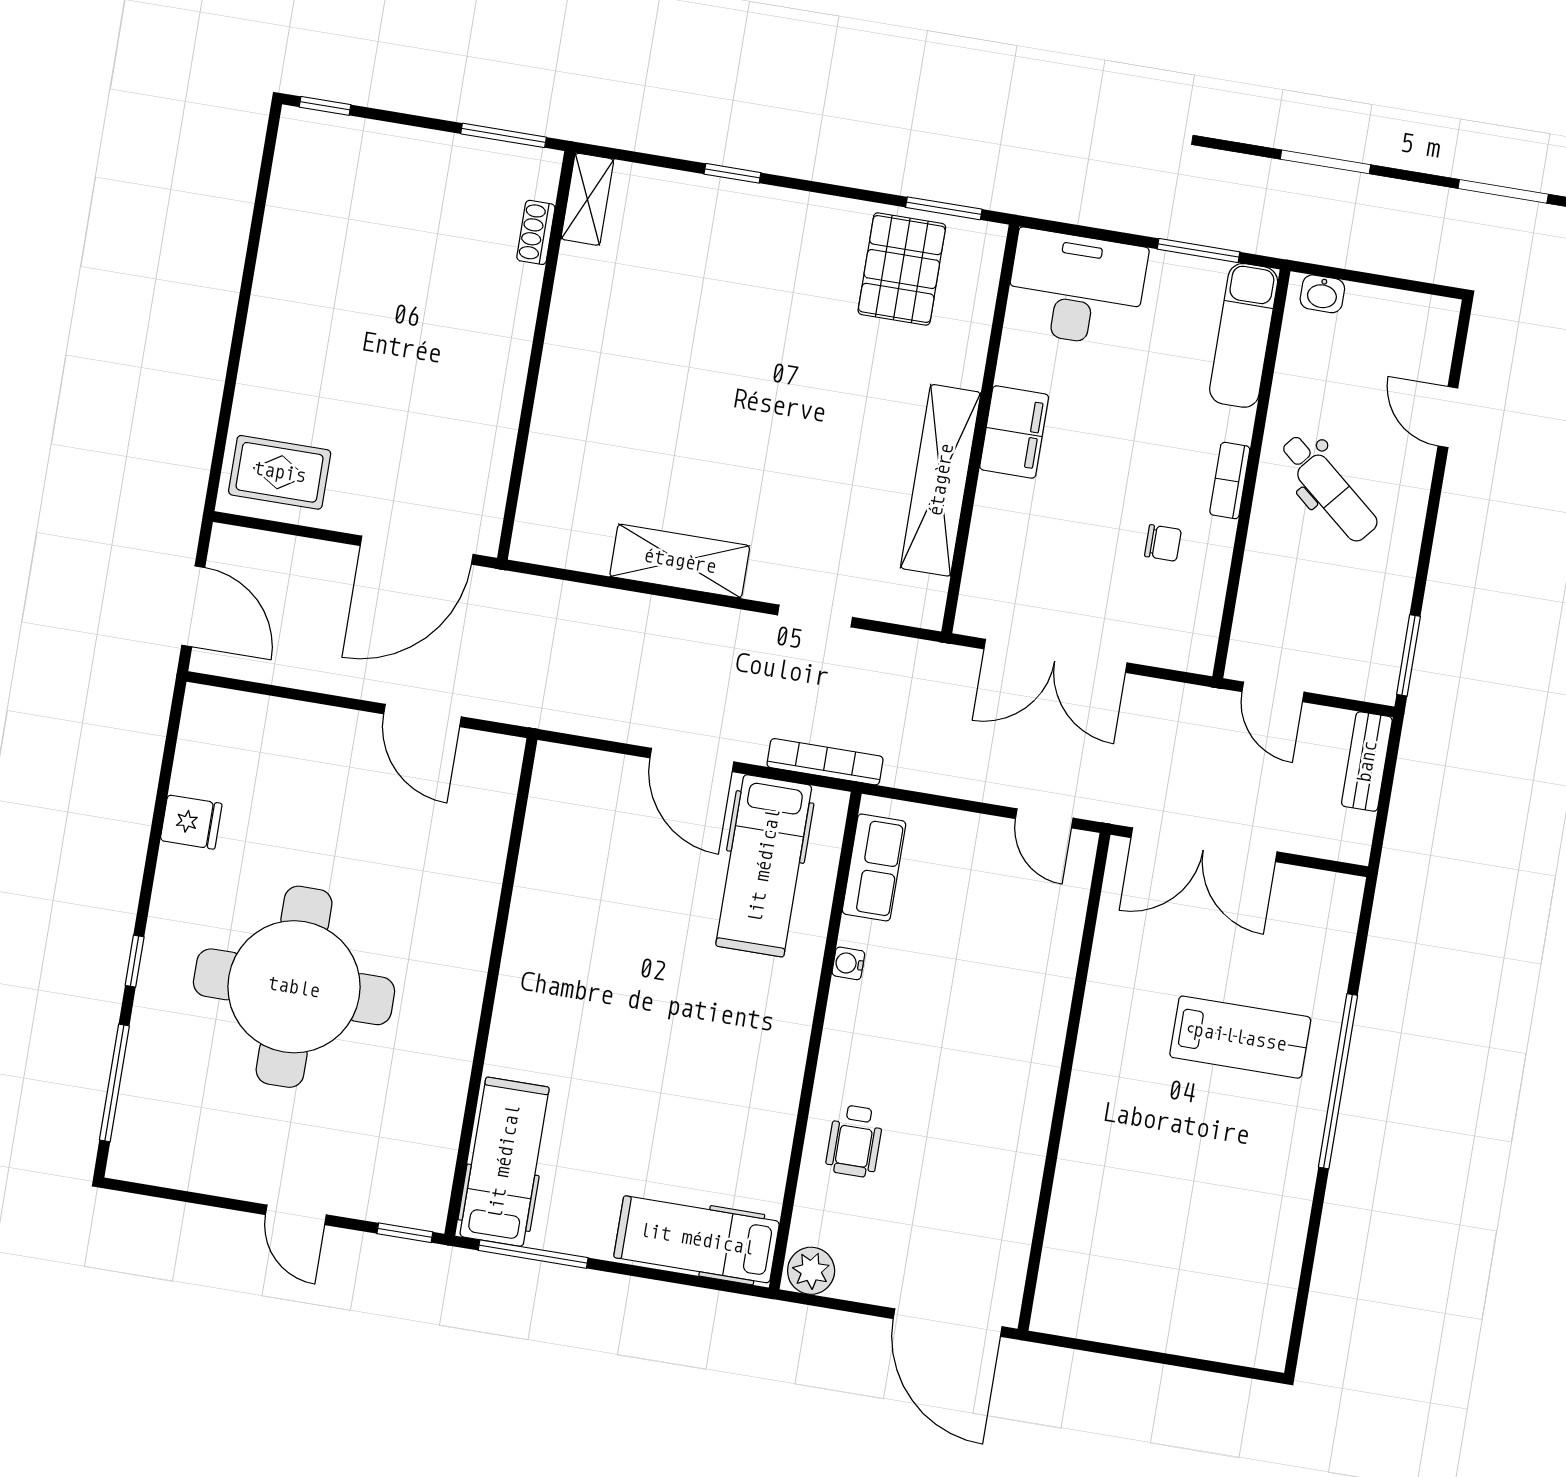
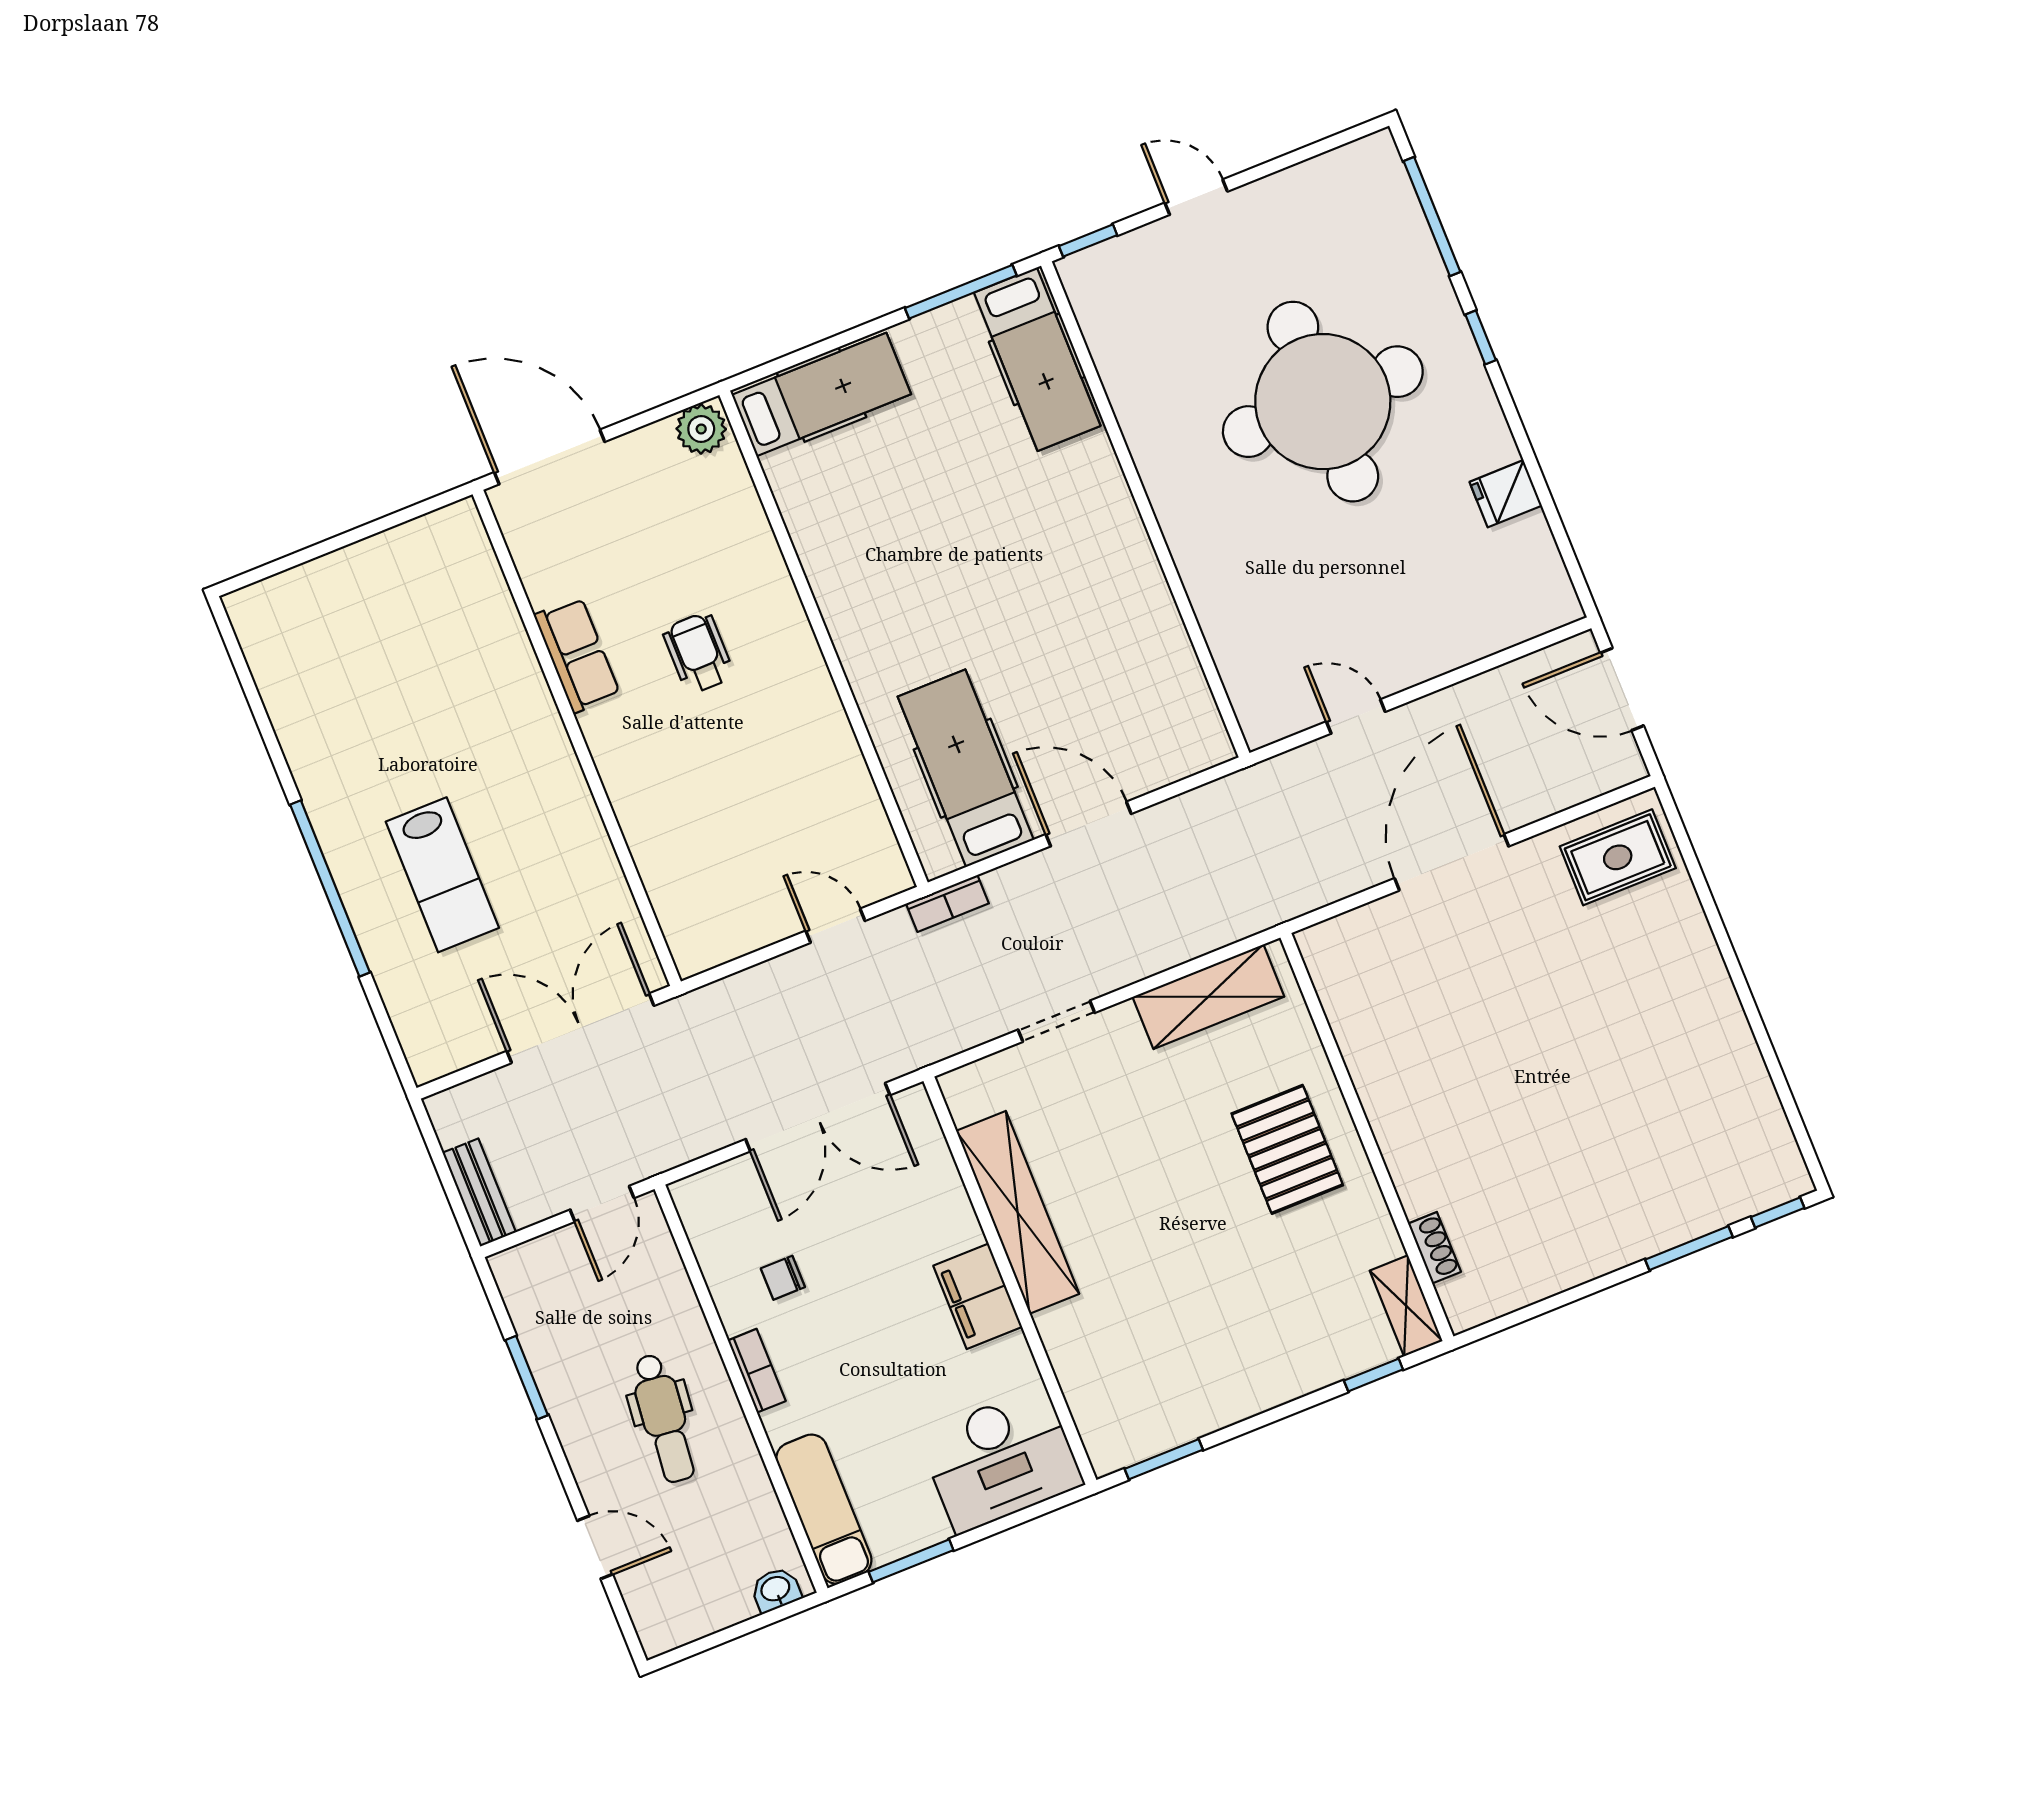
window: (504, 135) -> (1689, 1248), moved
shelving: (587, 199) -> (1406, 1306), moved
shoe rack: (536, 232) -> (1434, 1248), moved
pallet: (902, 269) -> (1287, 1149), moved
wall: (536, 355) -> (1367, 1137), moved
dental chair: (1329, 488) -> (664, 1418), turned -124
window: (1408, 655) -> (527, 1378), moved
double door: (1056, 656) -> (818, 1117), swing flipped
door: (1273, 692) -> (602, 1204), swing flipped
door: (422, 715) -> (1356, 717), width x0.73
bookcase: (825, 762) -> (947, 903), width x0.64
door: (1044, 818) -> (835, 926), moved
row of seats: (874, 867) -> (577, 655), moved, turned 180
water cooler: (848, 963) -> (836, 726), removed
lab bench: (1240, 1037) -> (442, 875), turned -90
wheelchair: (855, 1141) -> (698, 653), moved

